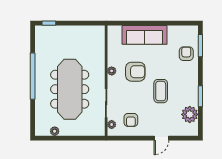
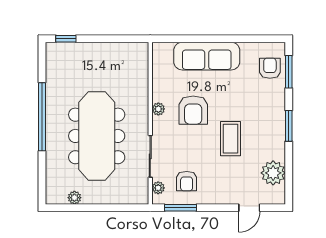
armchair: (186, 54) -> (270, 68), moved
armchair: (135, 72) -> (193, 110), turned 90
window: (200, 96) -> (289, 126), moved
window: (127, 138) -> (180, 208), added
door: (161, 138) -> (249, 208), moved

